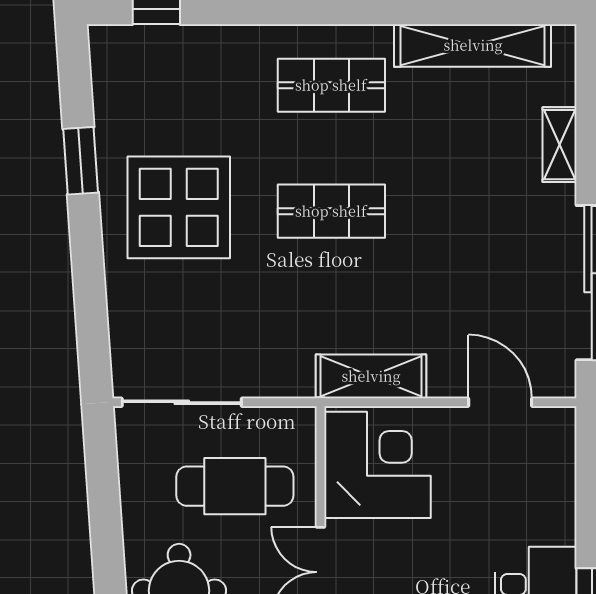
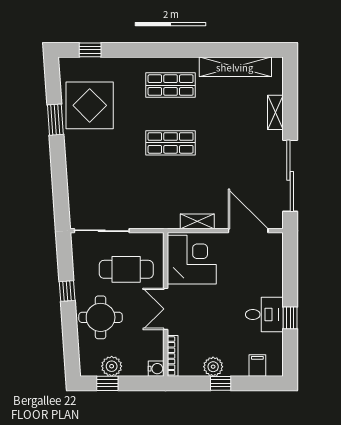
display table: (179, 207) -> (90, 105), moved
shelving: (371, 376) -> (197, 221), width x0.67, depth x0.75
door: (500, 402) -> (248, 231), width x1.36
window: (106, 533) -> (67, 291), added

